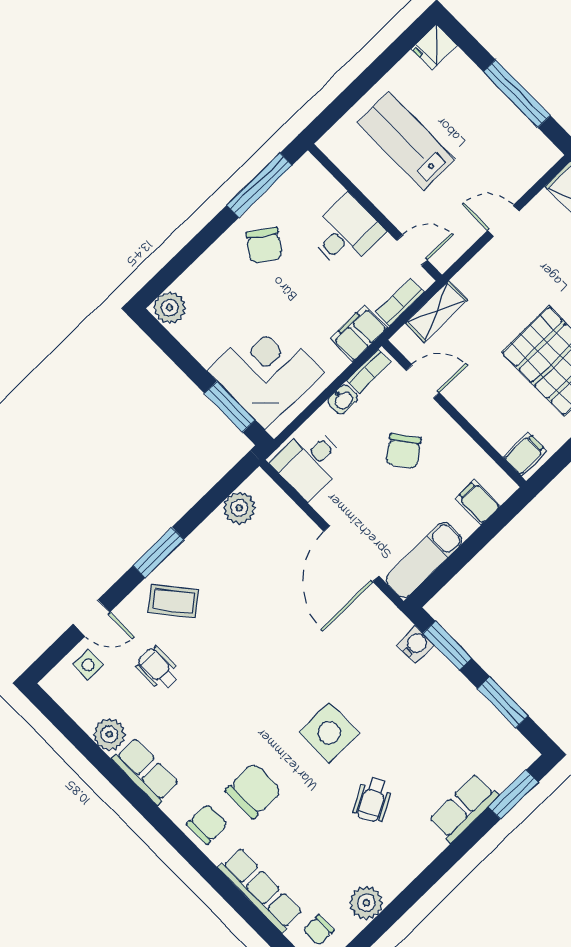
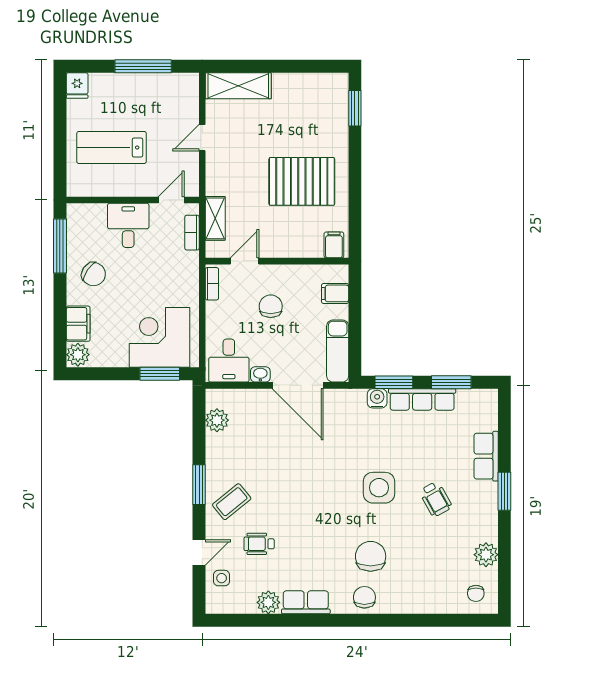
filing cabinet: (359, 333) -> (78, 324), moved, turned 180
washbasin: (343, 399) -> (260, 374), moved, turned -90
chair: (403, 451) -> (271, 306), turned -143
window: (513, 795) -> (504, 491), moved
row of seats: (260, 890) -> (422, 399), moved, turned 180

